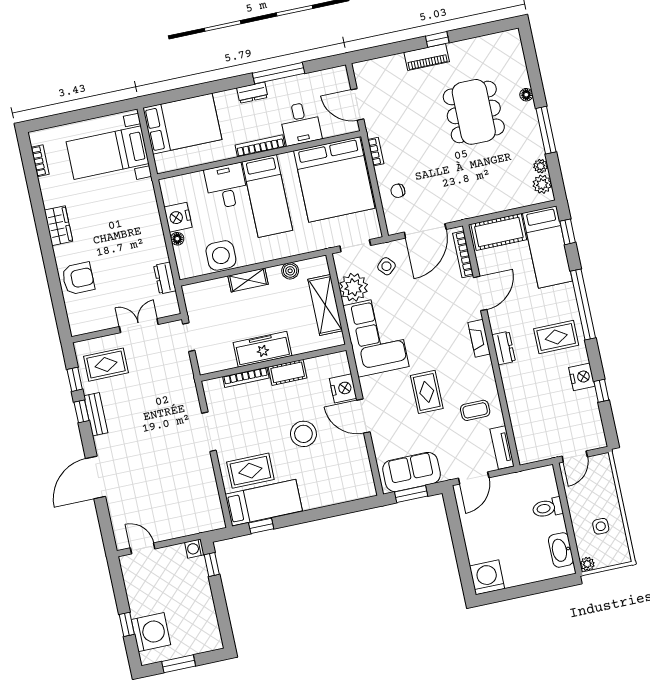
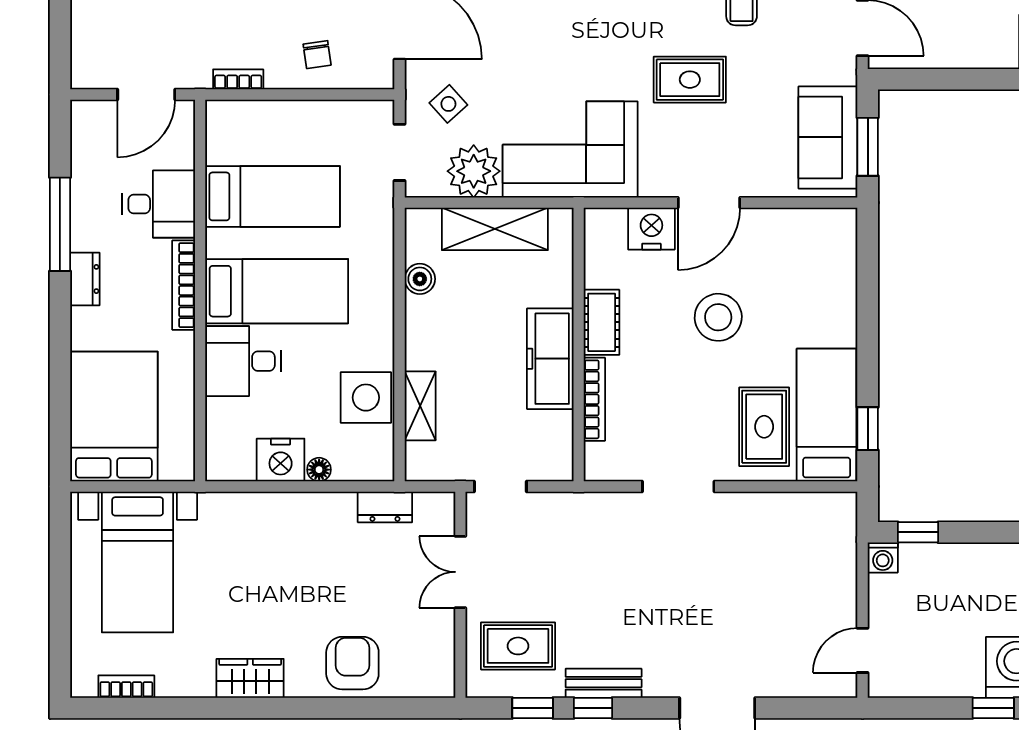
bed: (334, 180) -> (273, 196), width x0.49
shelving: (248, 280) -> (420, 406), moved
rug: (106, 365) -> (518, 646), turned 90

